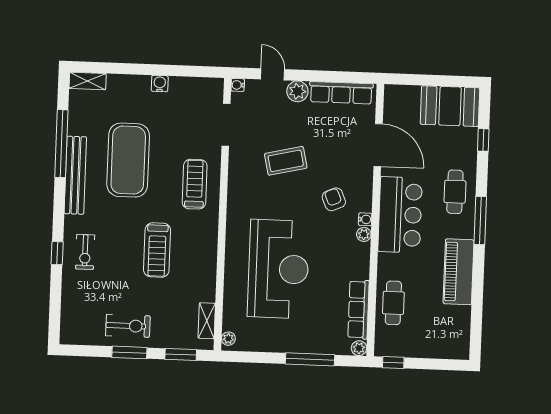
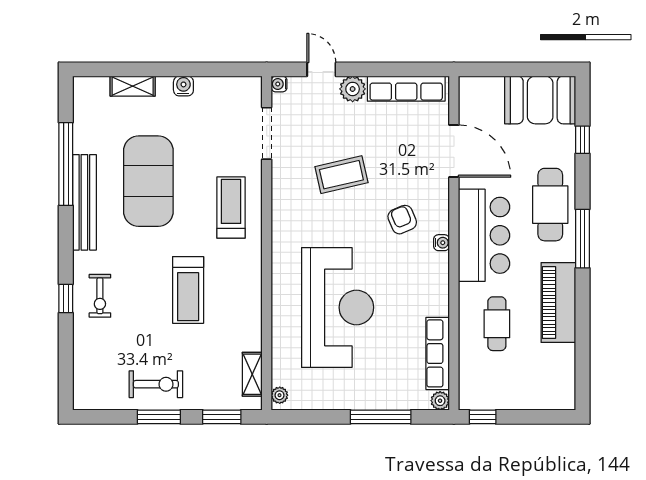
shelving: (88, 81) -> (133, 86), moved
cafe table: (455, 192) -> (550, 205), width x1.37, depth x1.35
plant: (364, 234) -> (441, 261), removed
cafe table: (393, 303) -> (497, 324), moved

